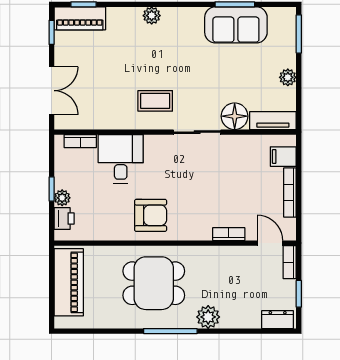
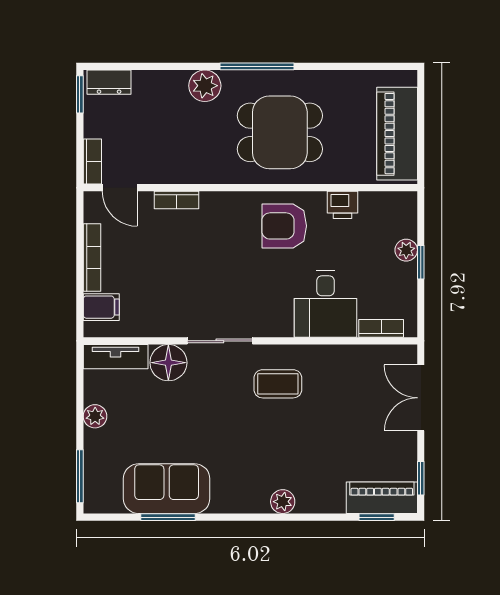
printer: (64, 218) -> (343, 205), moved, turned -90
window: (299, 294) -> (80, 94), moved

